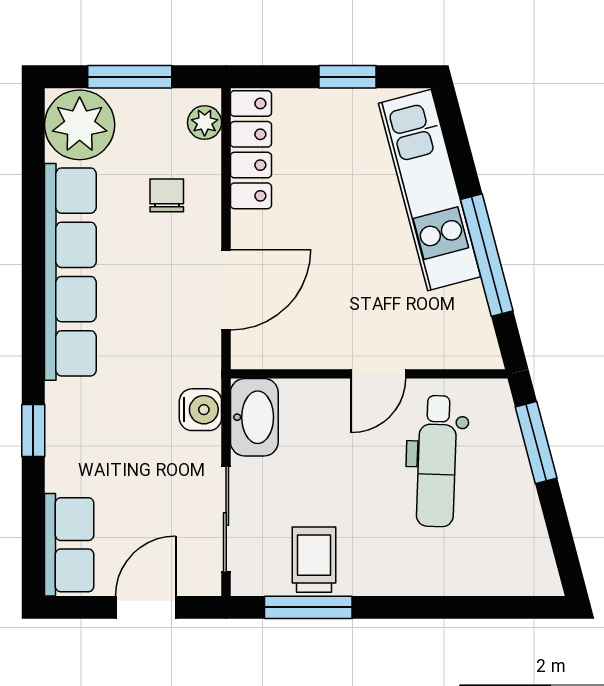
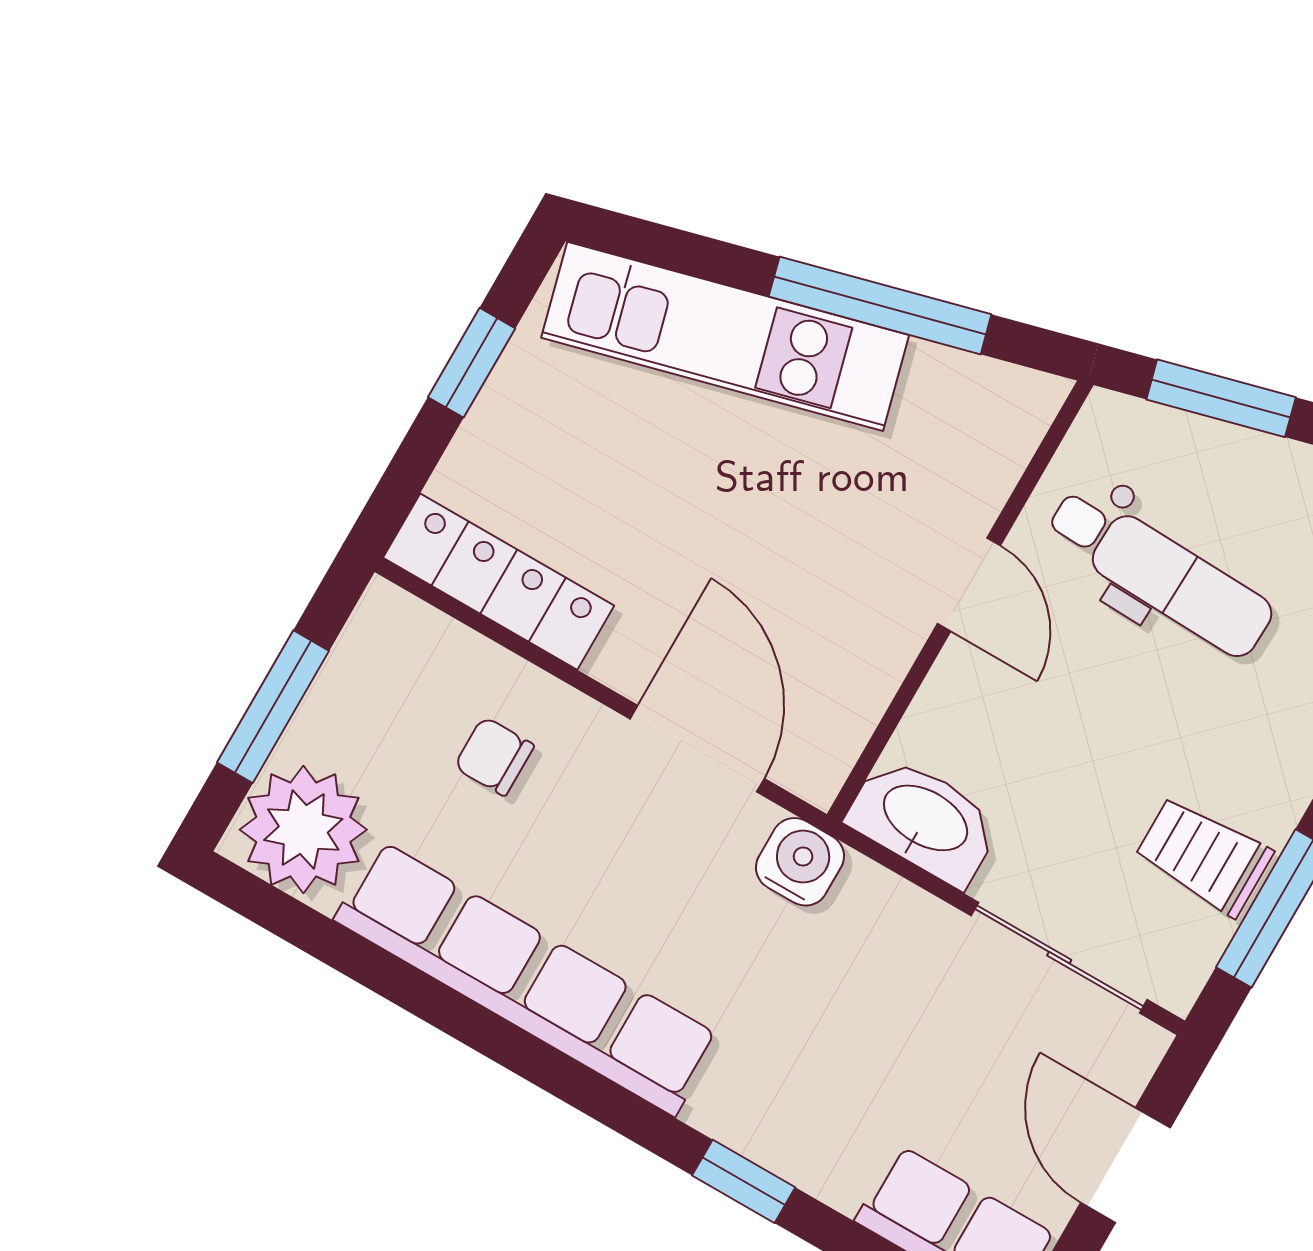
plant: (205, 123) -> (414, 630), removed
water cooler: (200, 410) -> (800, 862), moved

